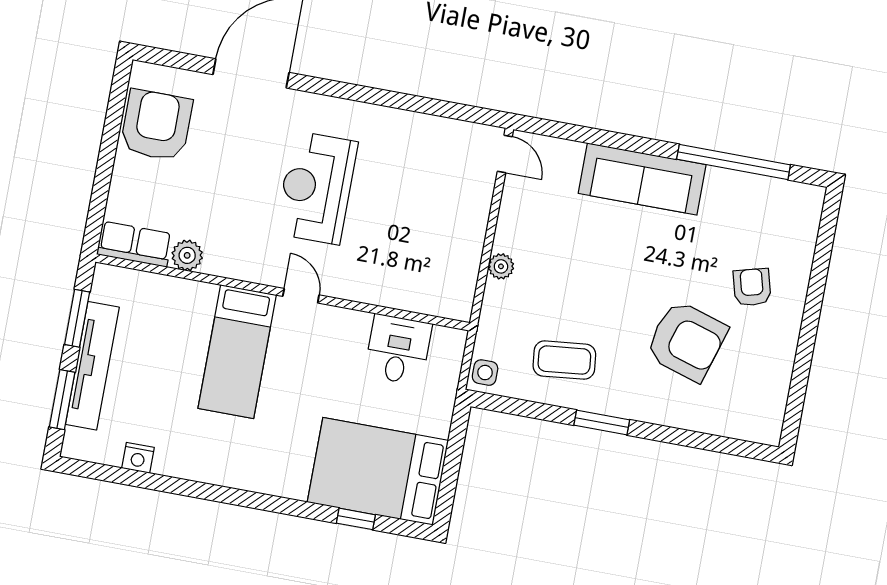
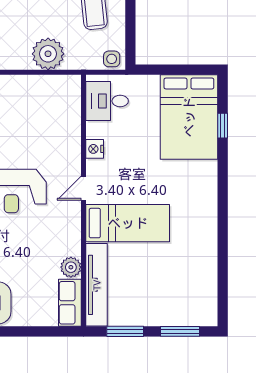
plant: (501, 266) -> (48, 54), width x1.87, depth x1.87
desk: (398, 350) -> (107, 101), moved
tv unit: (92, 366) -> (97, 285), moved, turned 90
nightstand: (138, 458) -> (95, 149), moved, turned 180

